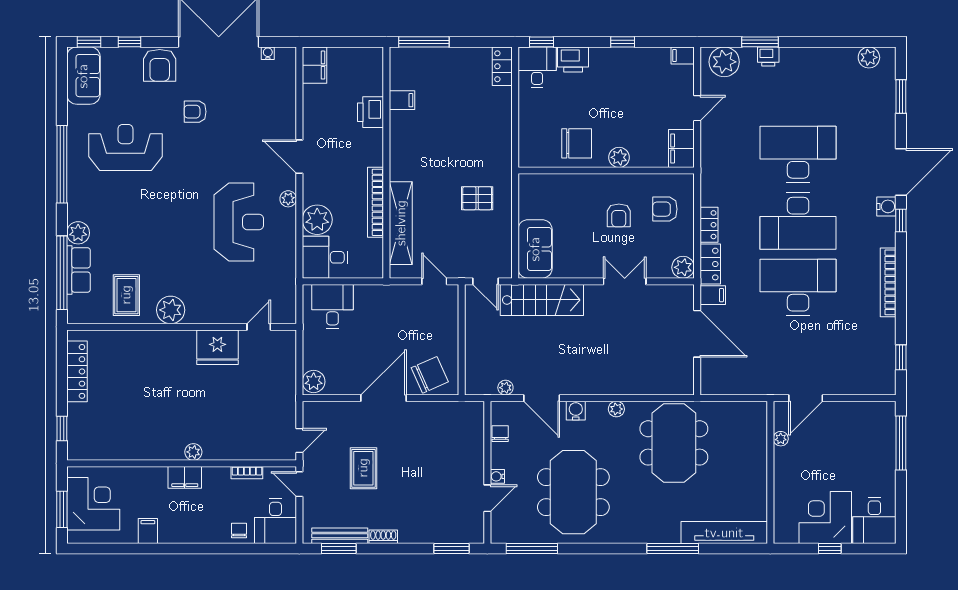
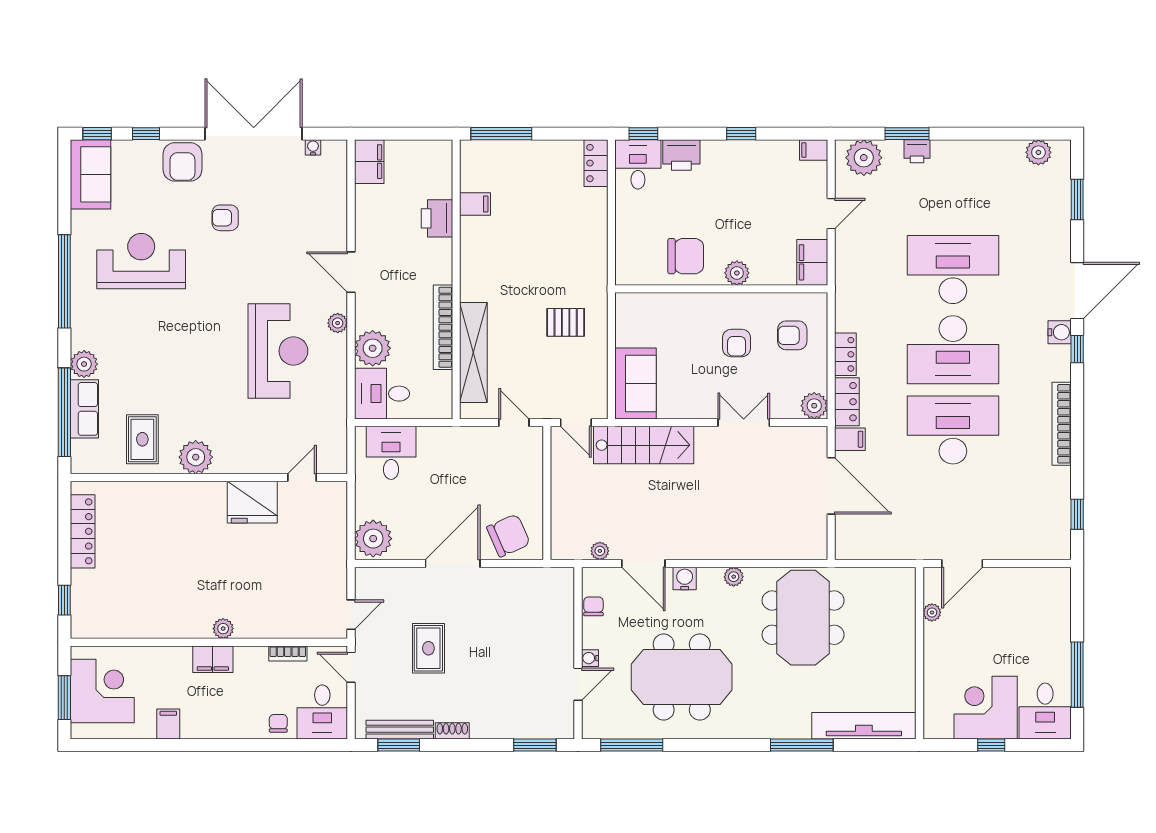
plant: (314, 382) -> (373, 539), width x1.36, depth x1.36
window: (901, 443) -> (1077, 675), moved
meeting table: (573, 492) -> (682, 677), turned 90

